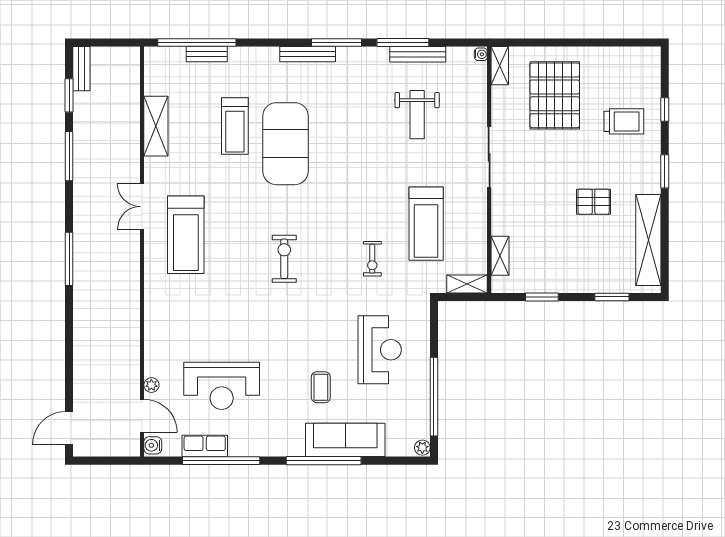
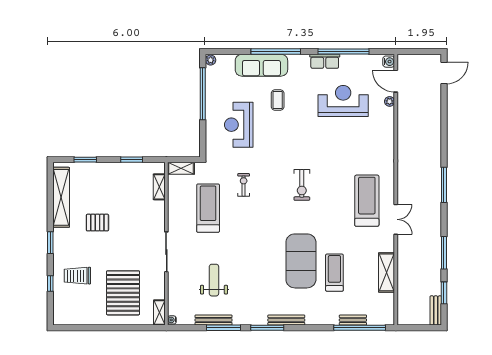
row of seats: (205, 446) -> (325, 61), moved

